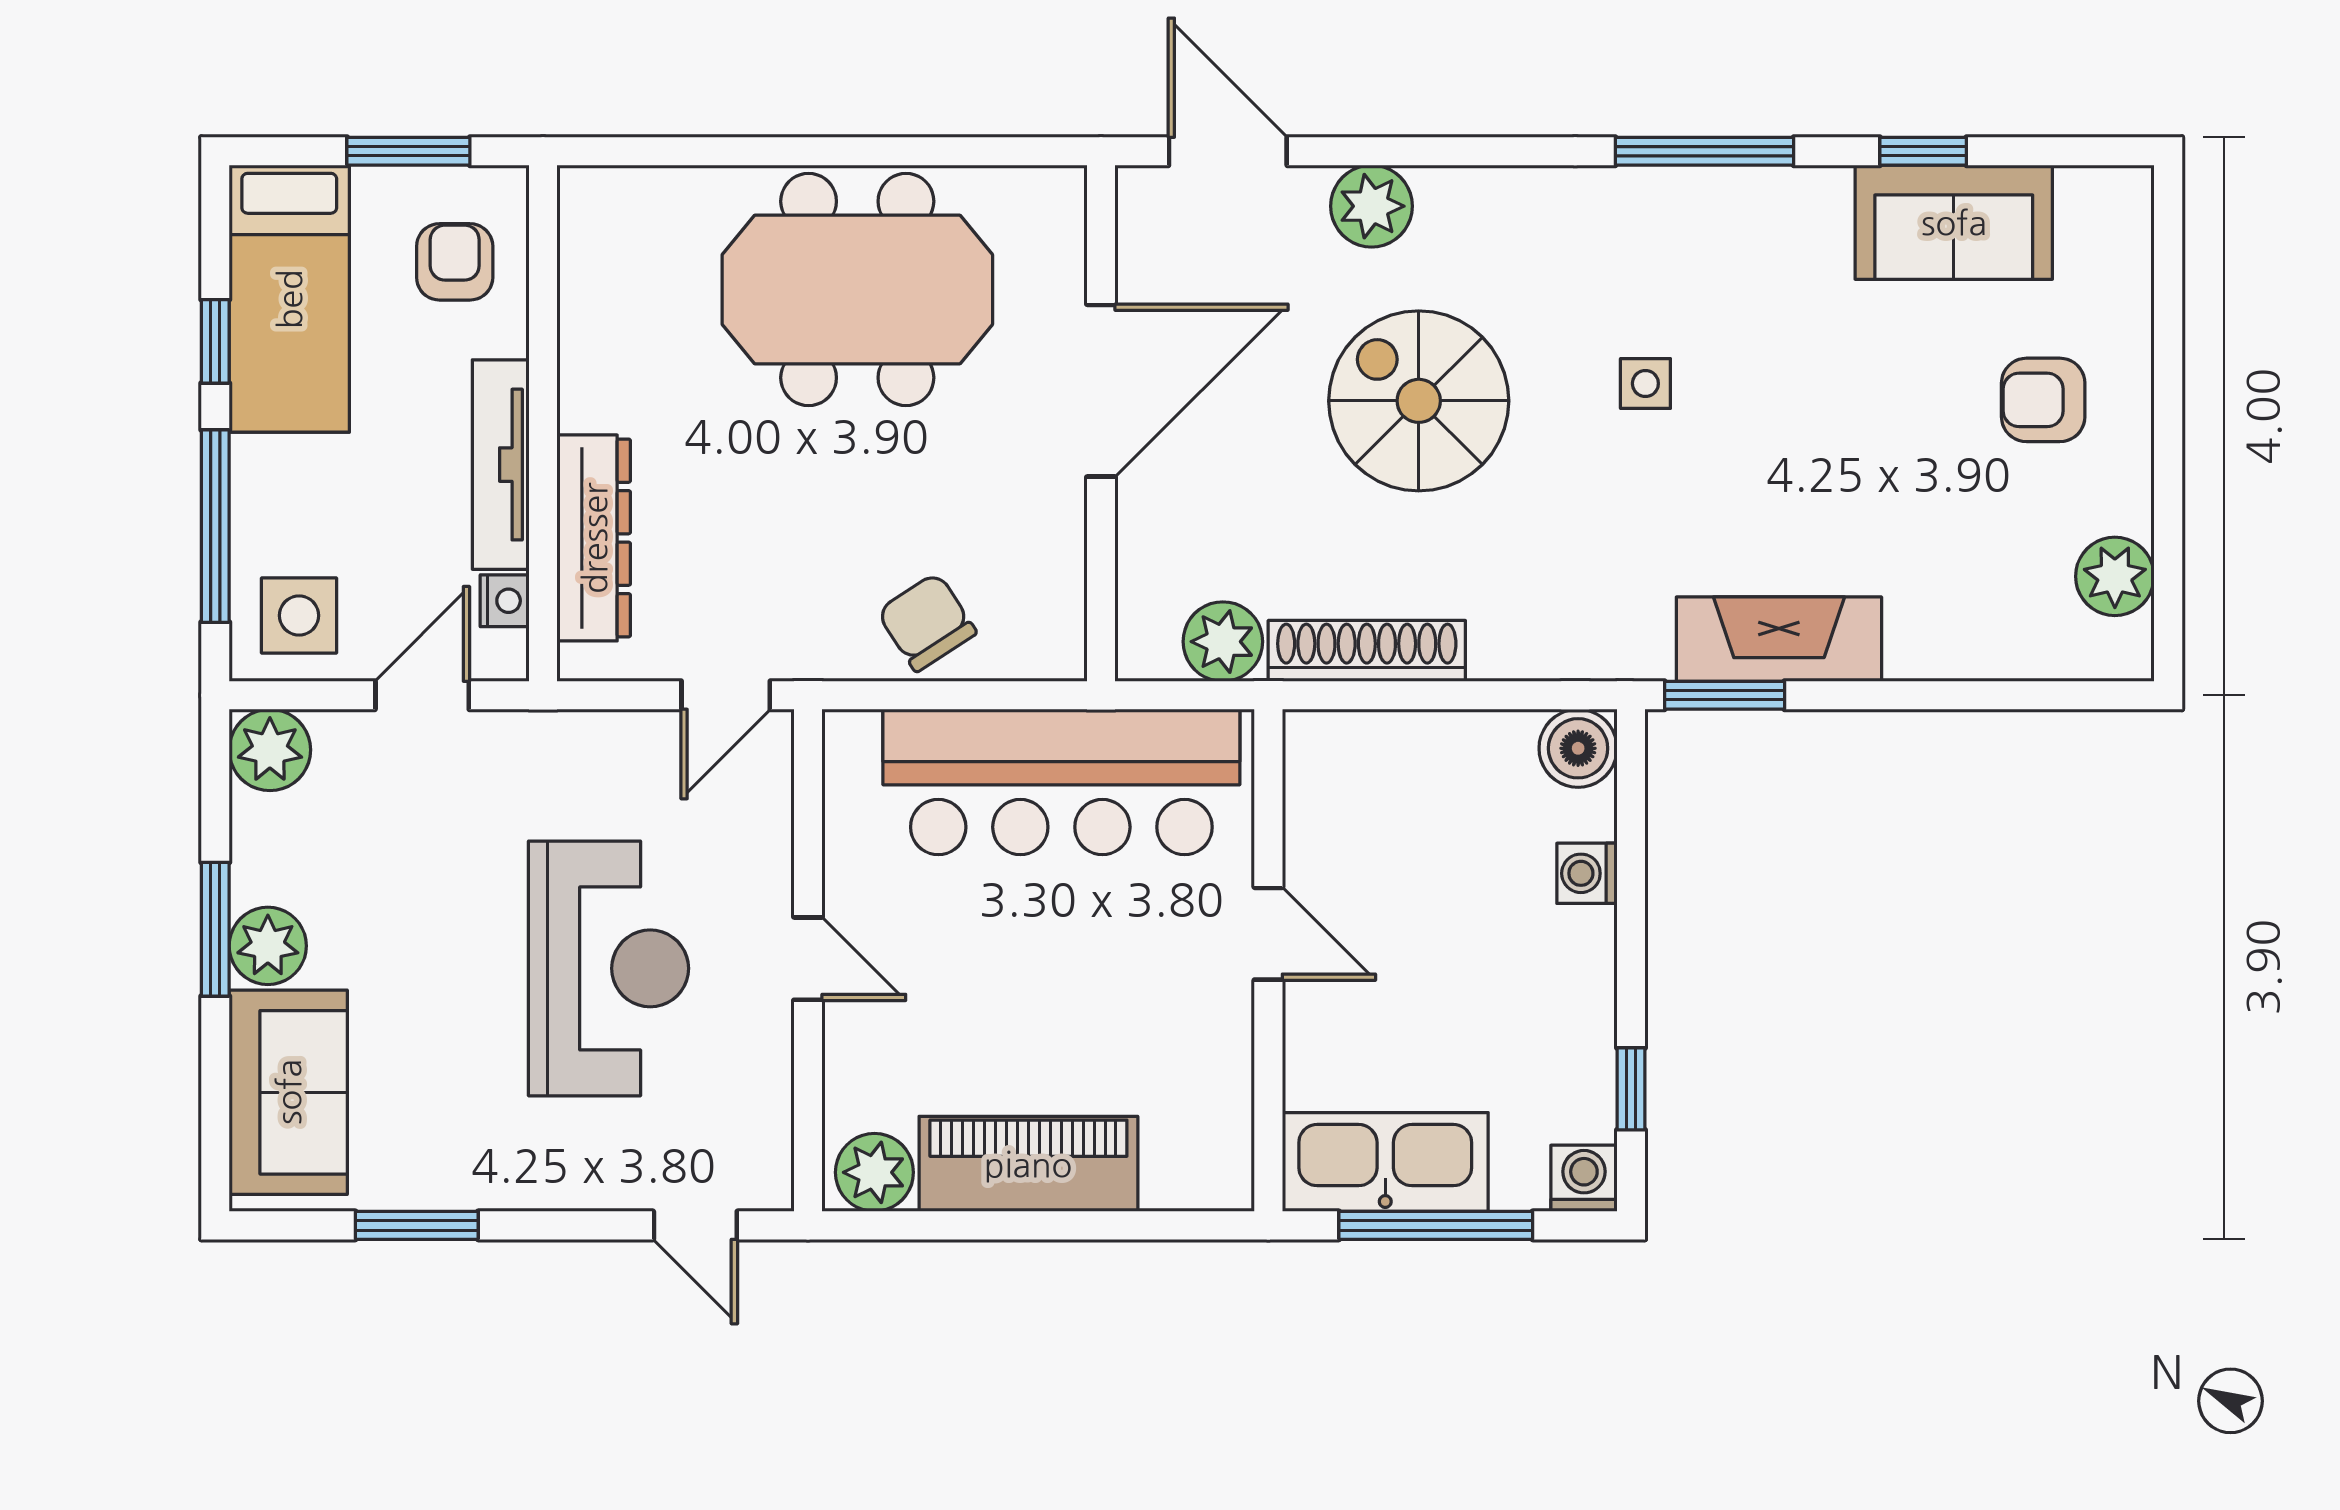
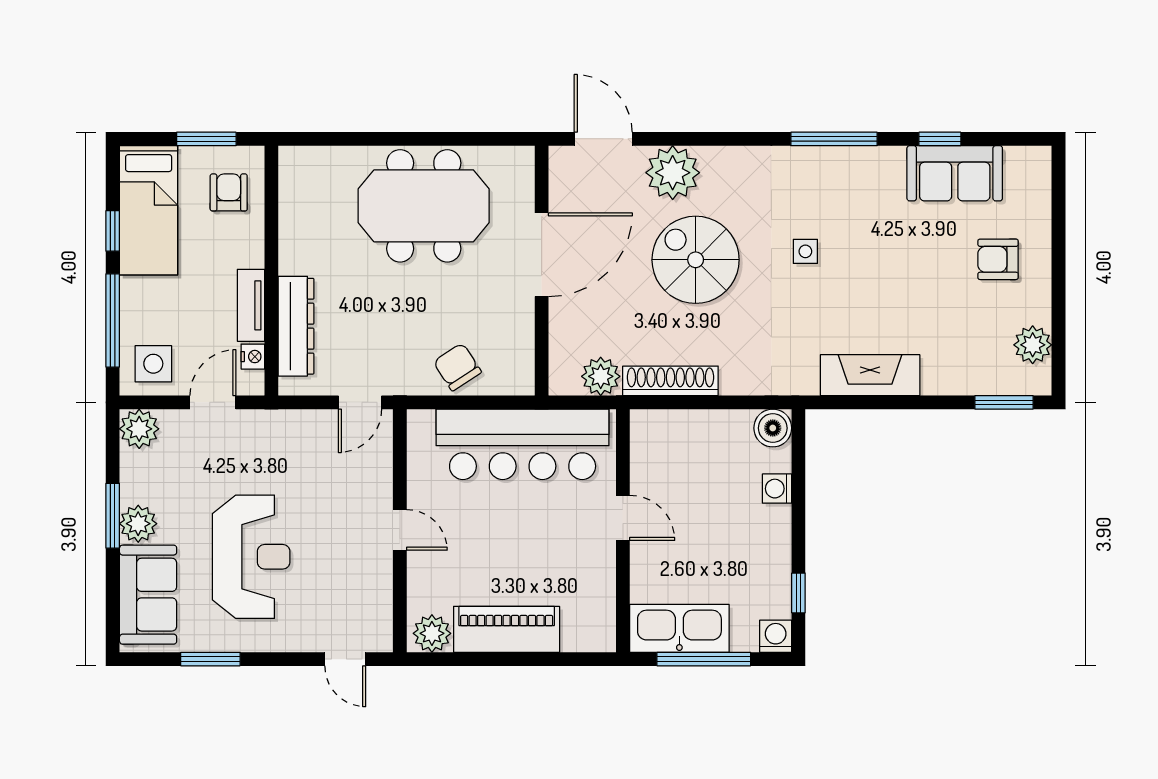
plant: (1371, 206) -> (673, 173), width x1.36, depth x1.36
tv unit: (501, 465) -> (251, 305), width x0.71
window: (1725, 695) -> (1004, 402), moved
reception desk: (608, 968) -> (251, 557), moved

